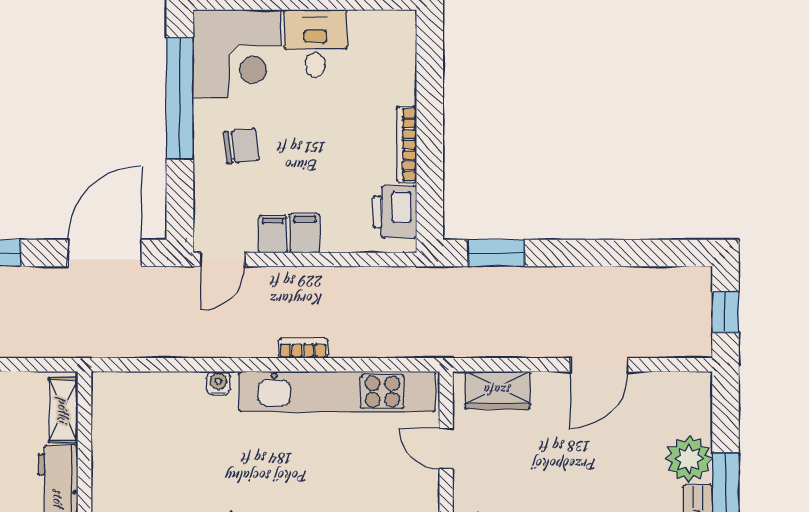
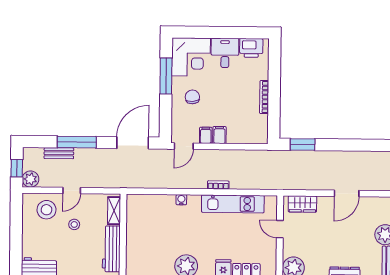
window: (180, 98) -> (166, 76), width x0.68
chair: (241, 146) -> (192, 97), turned -88
printer: (395, 212) -> (251, 48), moved, turned -90
kitchen unit: (337, 392) -> (233, 204), width x0.73

